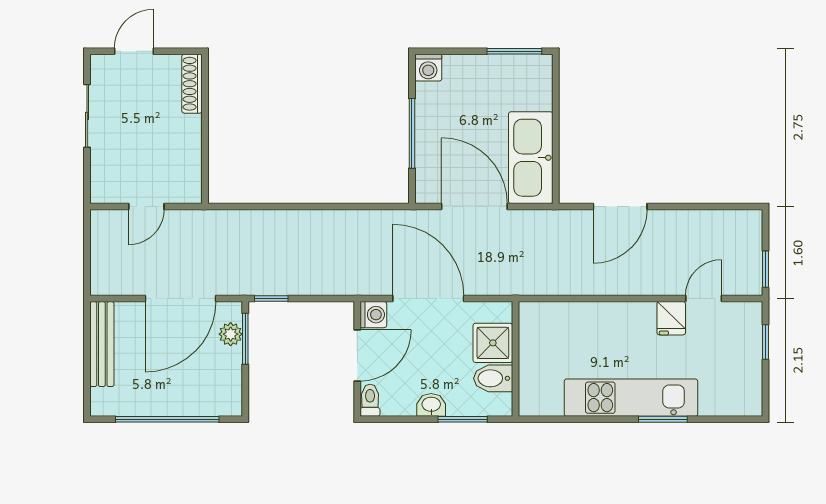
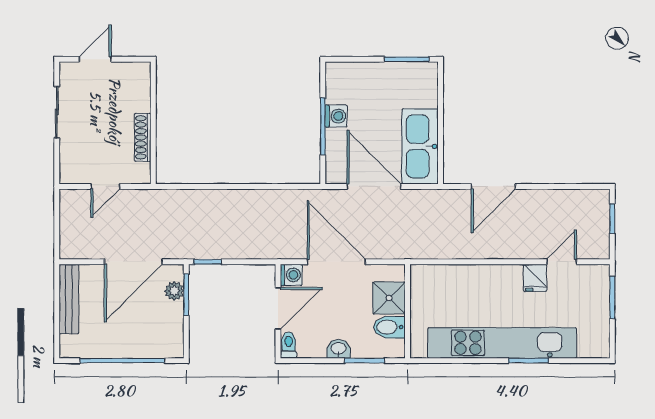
washing machine: (428, 68) -> (336, 116), moved, turned -90
shoe rack: (192, 84) -> (143, 137), moved
window: (766, 269) -> (612, 219), moved
window: (766, 342) -> (612, 297), width x1.50
kitchen unit: (631, 398) -> (502, 343), width x1.36

